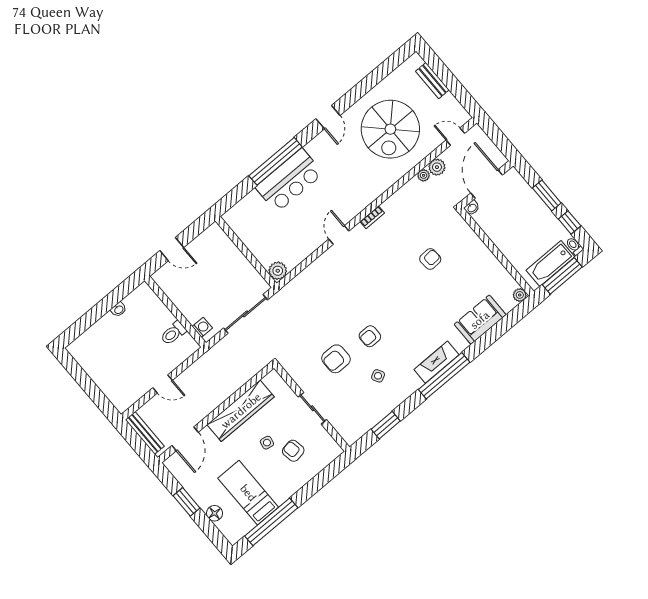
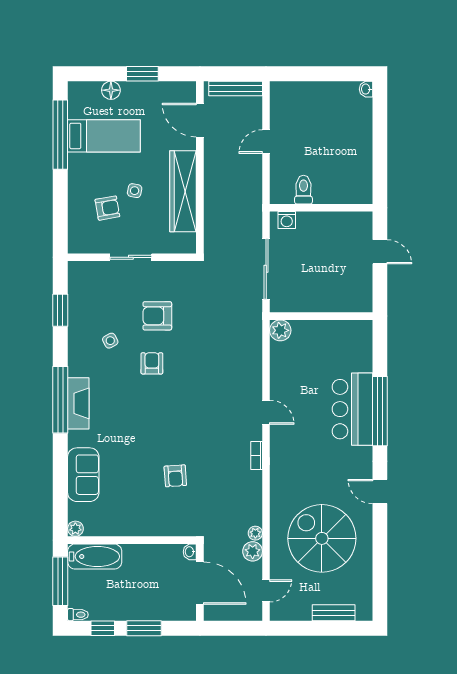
door: (172, 249) -> (380, 252), swing flipped
bathtub: (550, 264) -> (95, 557), moved, turned 90
washbasin: (119, 309) -> (366, 89), moved
armchair: (336, 359) -> (157, 316), turned -90

